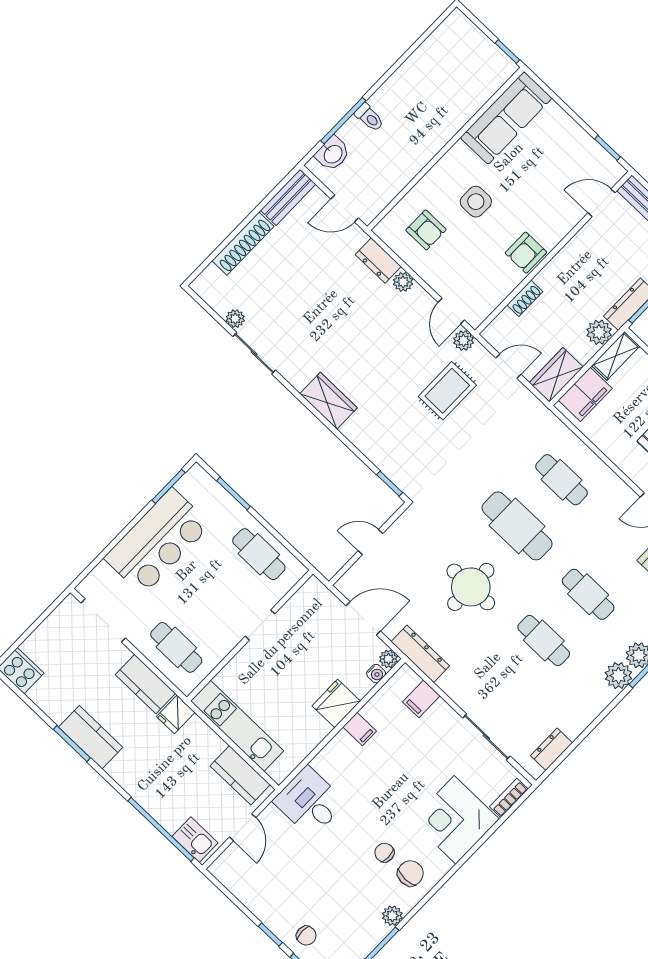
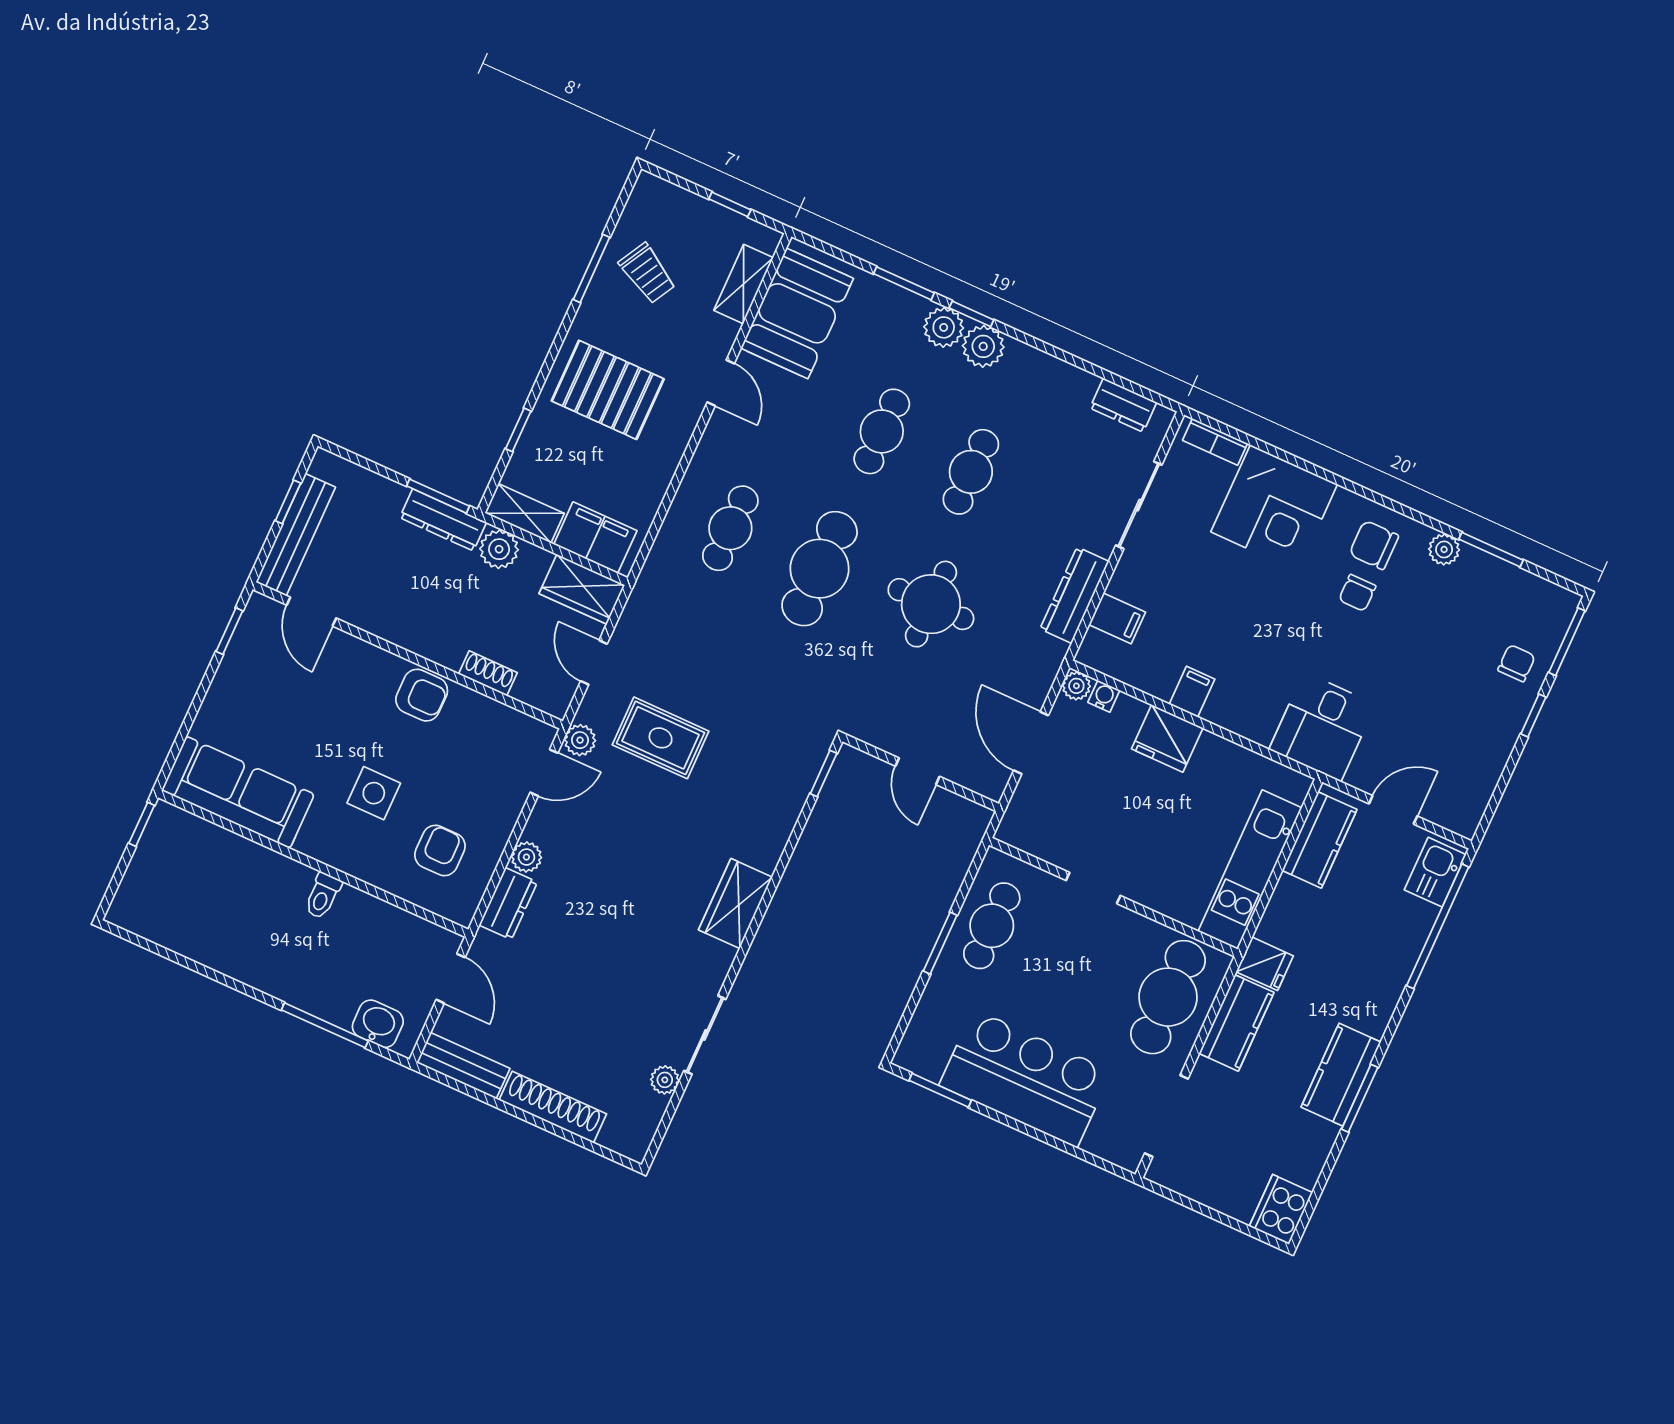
toilet: (369, 117) -> (323, 896), moved, turned 180
window: (233, 494) -> (940, 943), moved
cafe table: (176, 647) -> (1168, 997), width x1.37, depth x1.35
dresser: (420, 654) -> (1074, 595), moved

